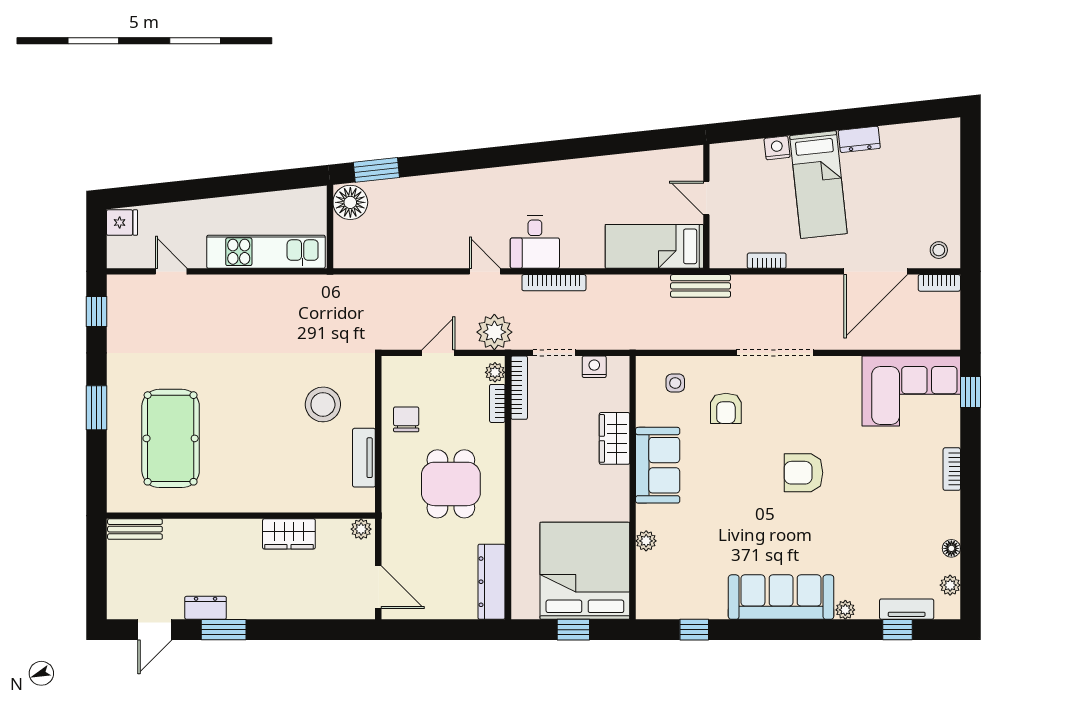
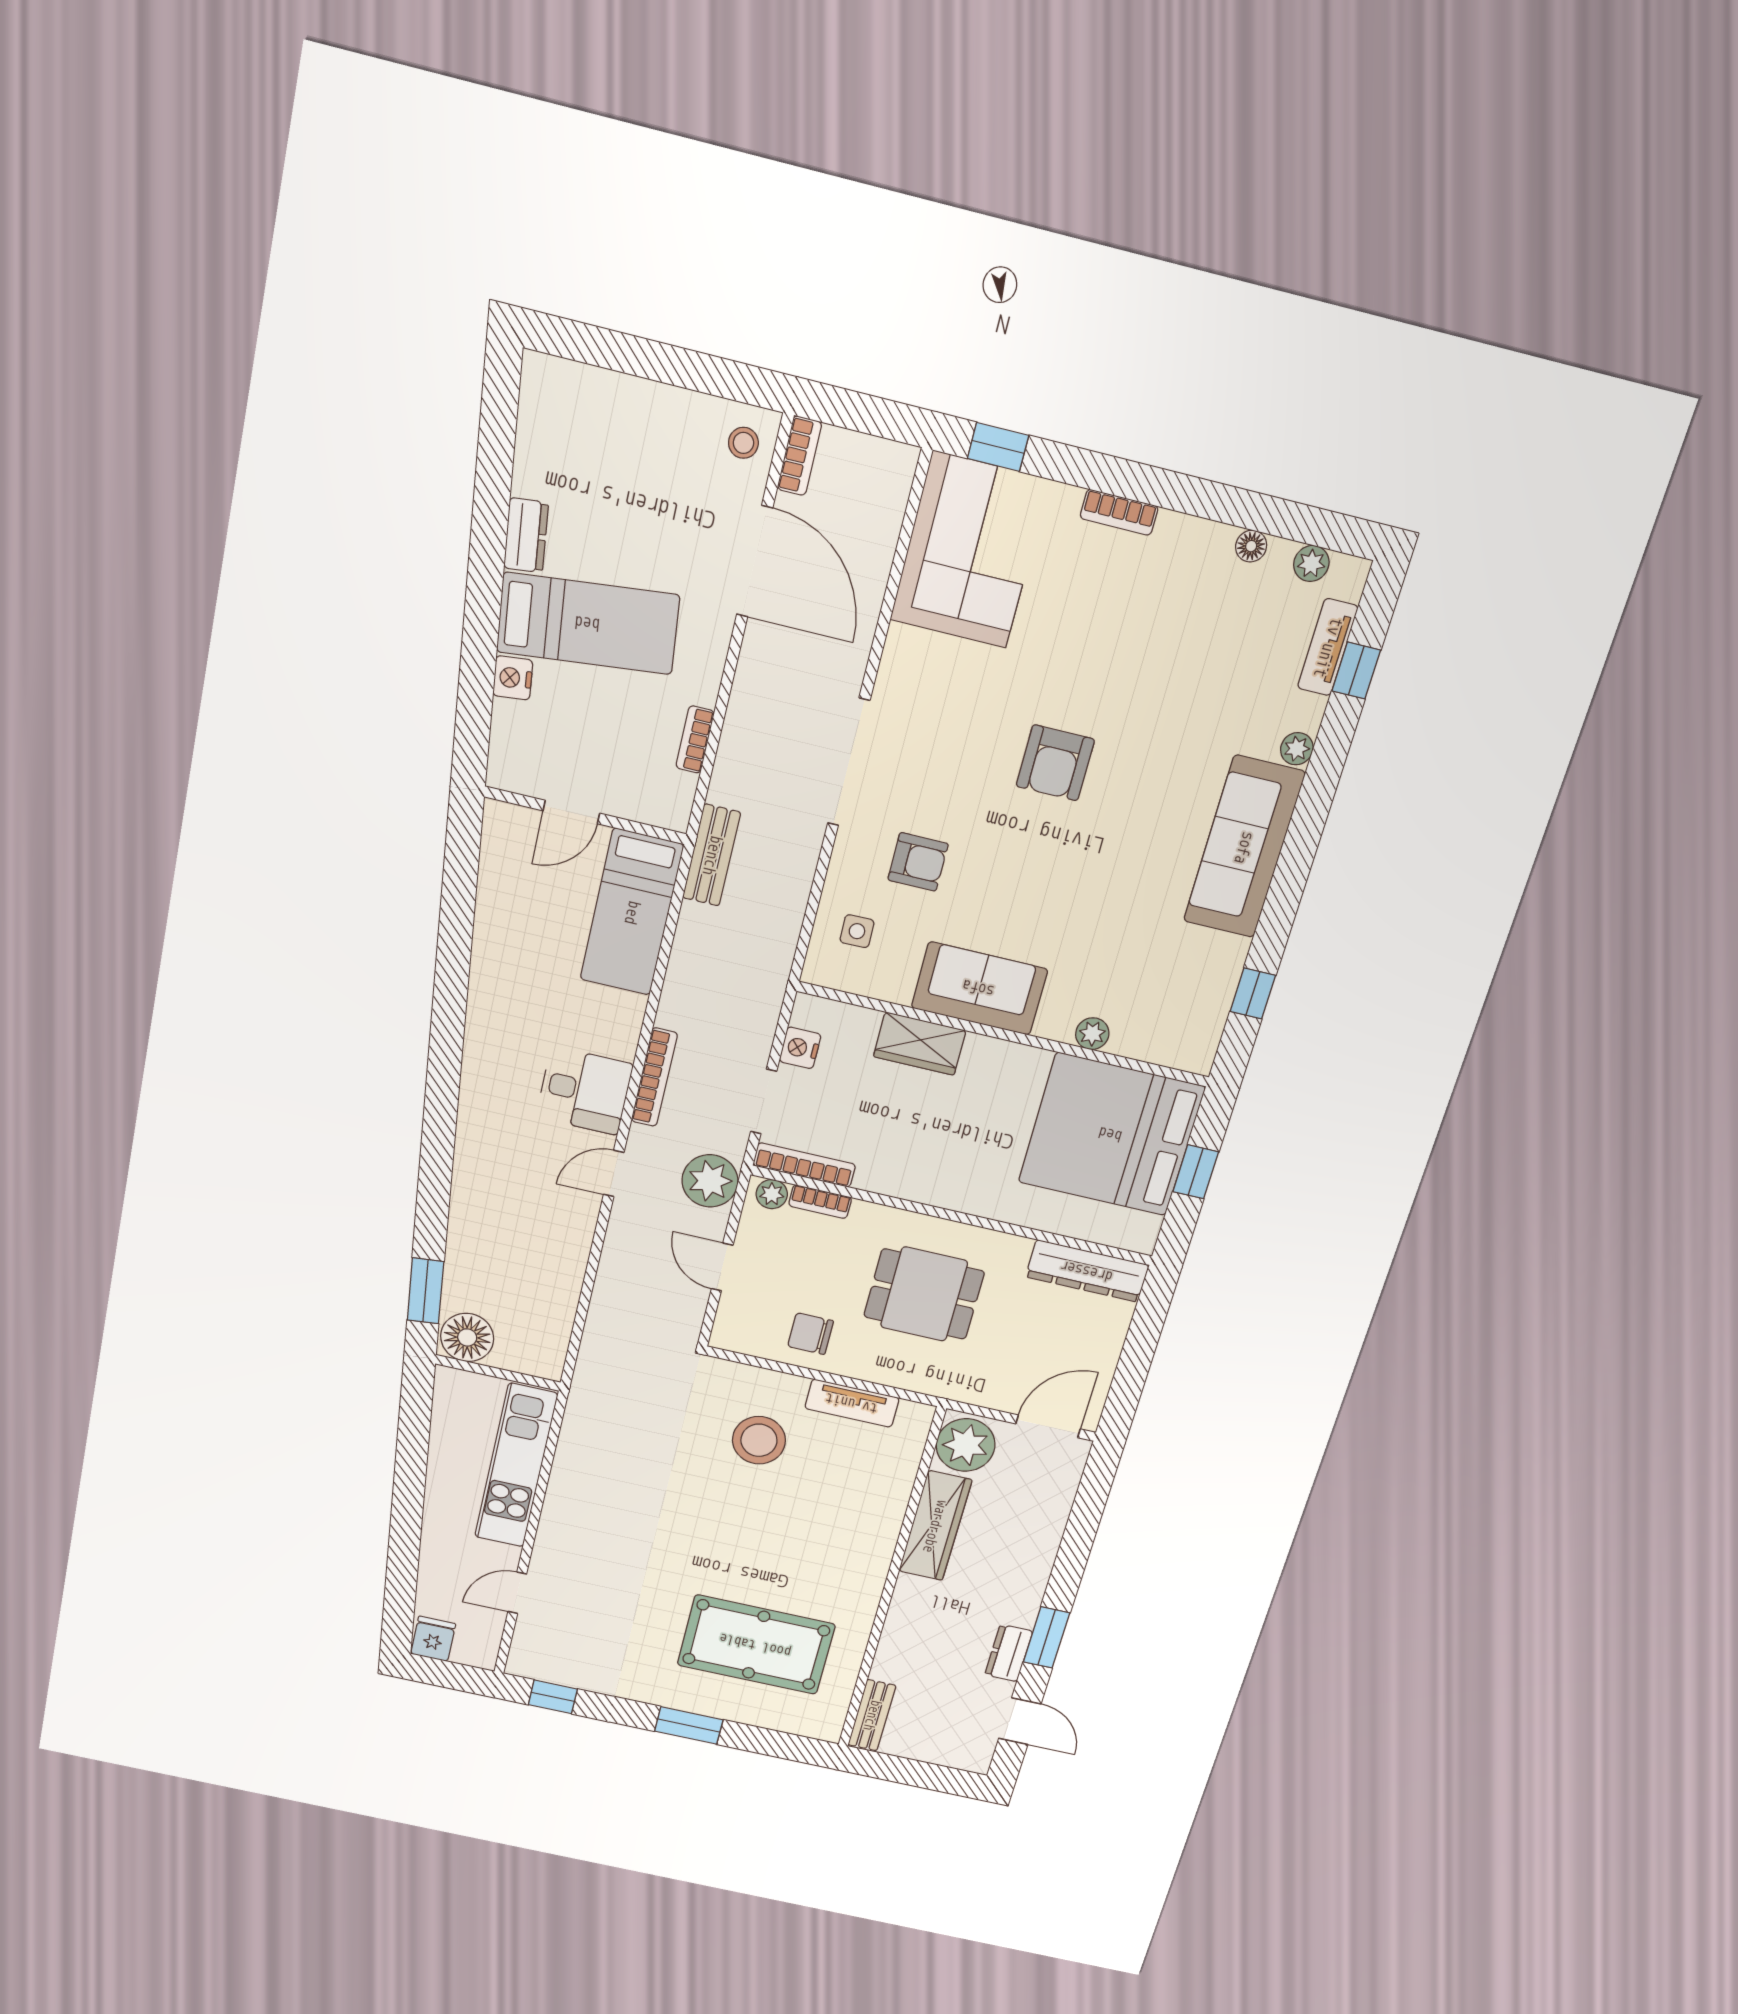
plant: (361, 529) -> (966, 1445), width x1.88, depth x1.88
wardrobe: (289, 534) -> (935, 1526), width x1.50

